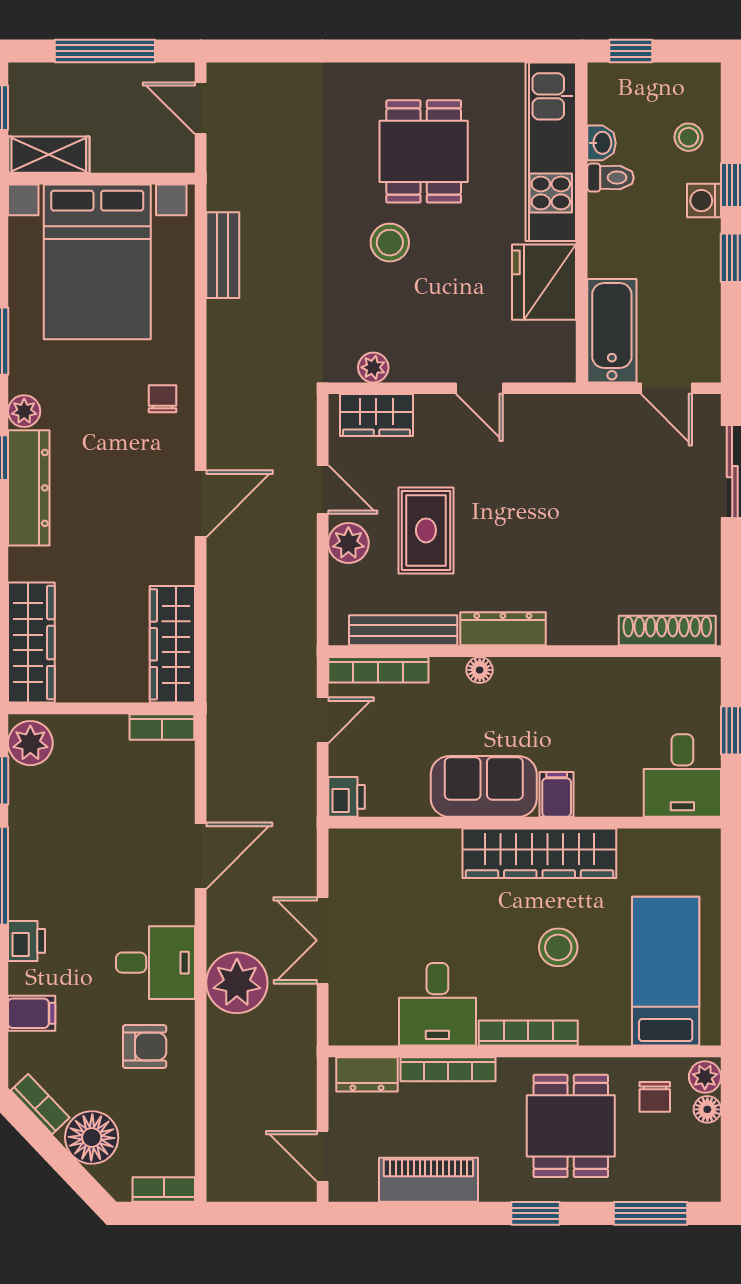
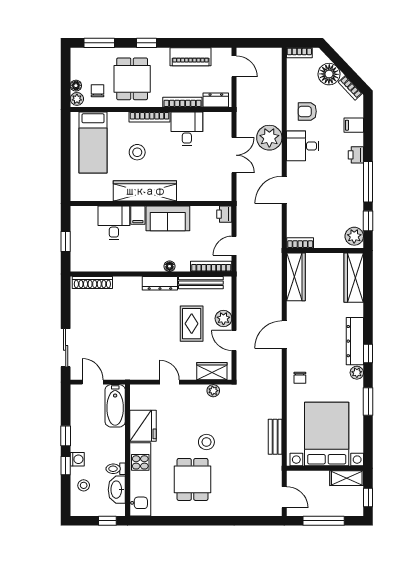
washbasin: (602, 143) -> (117, 490), width x1.91, depth x1.45
desk: (682, 776) -> (114, 223), moved

